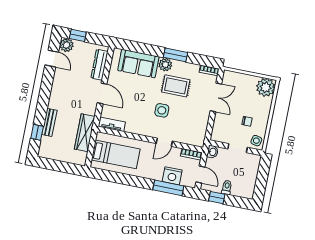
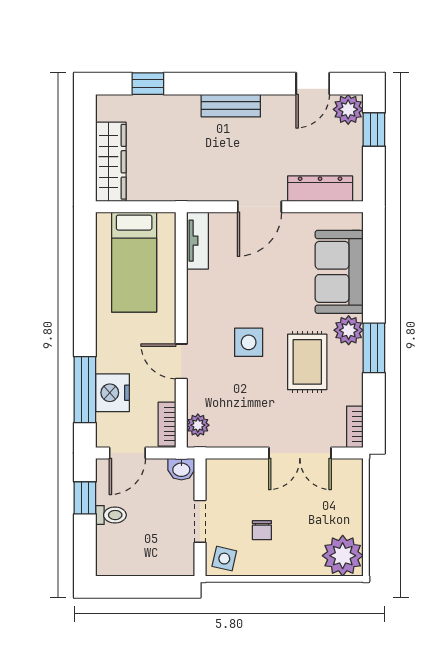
bench: (49, 122) -> (231, 106), moved
wardrobe: (85, 133) -> (111, 162), moved, turned 90
plant: (194, 140) -> (198, 425), added

